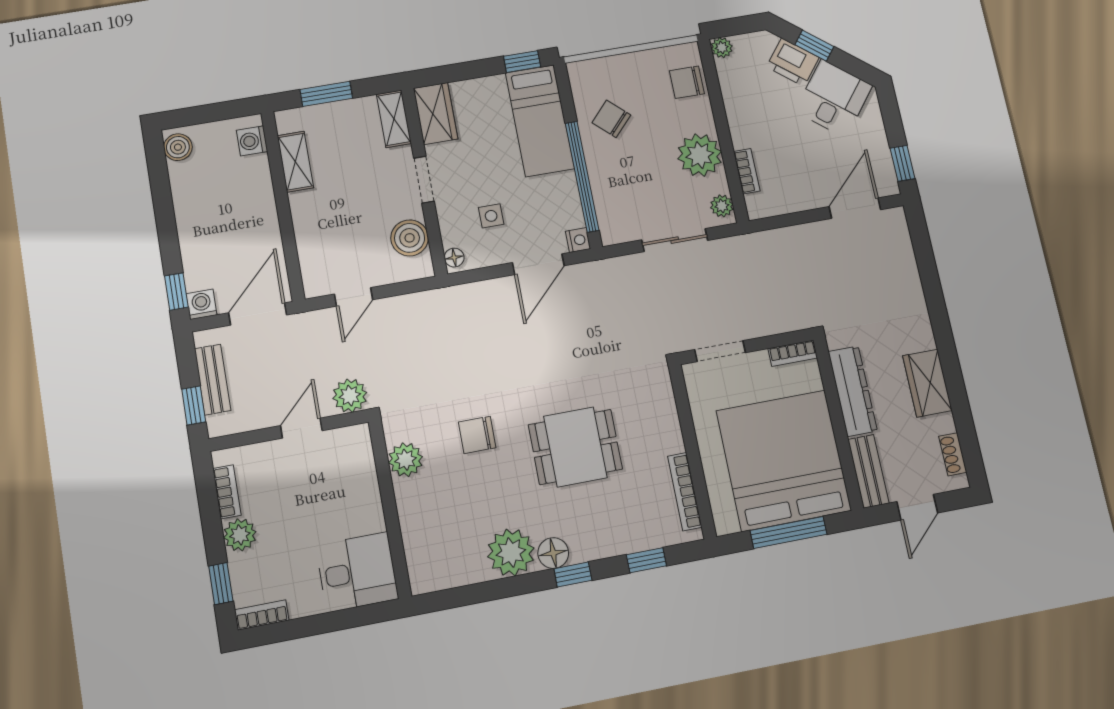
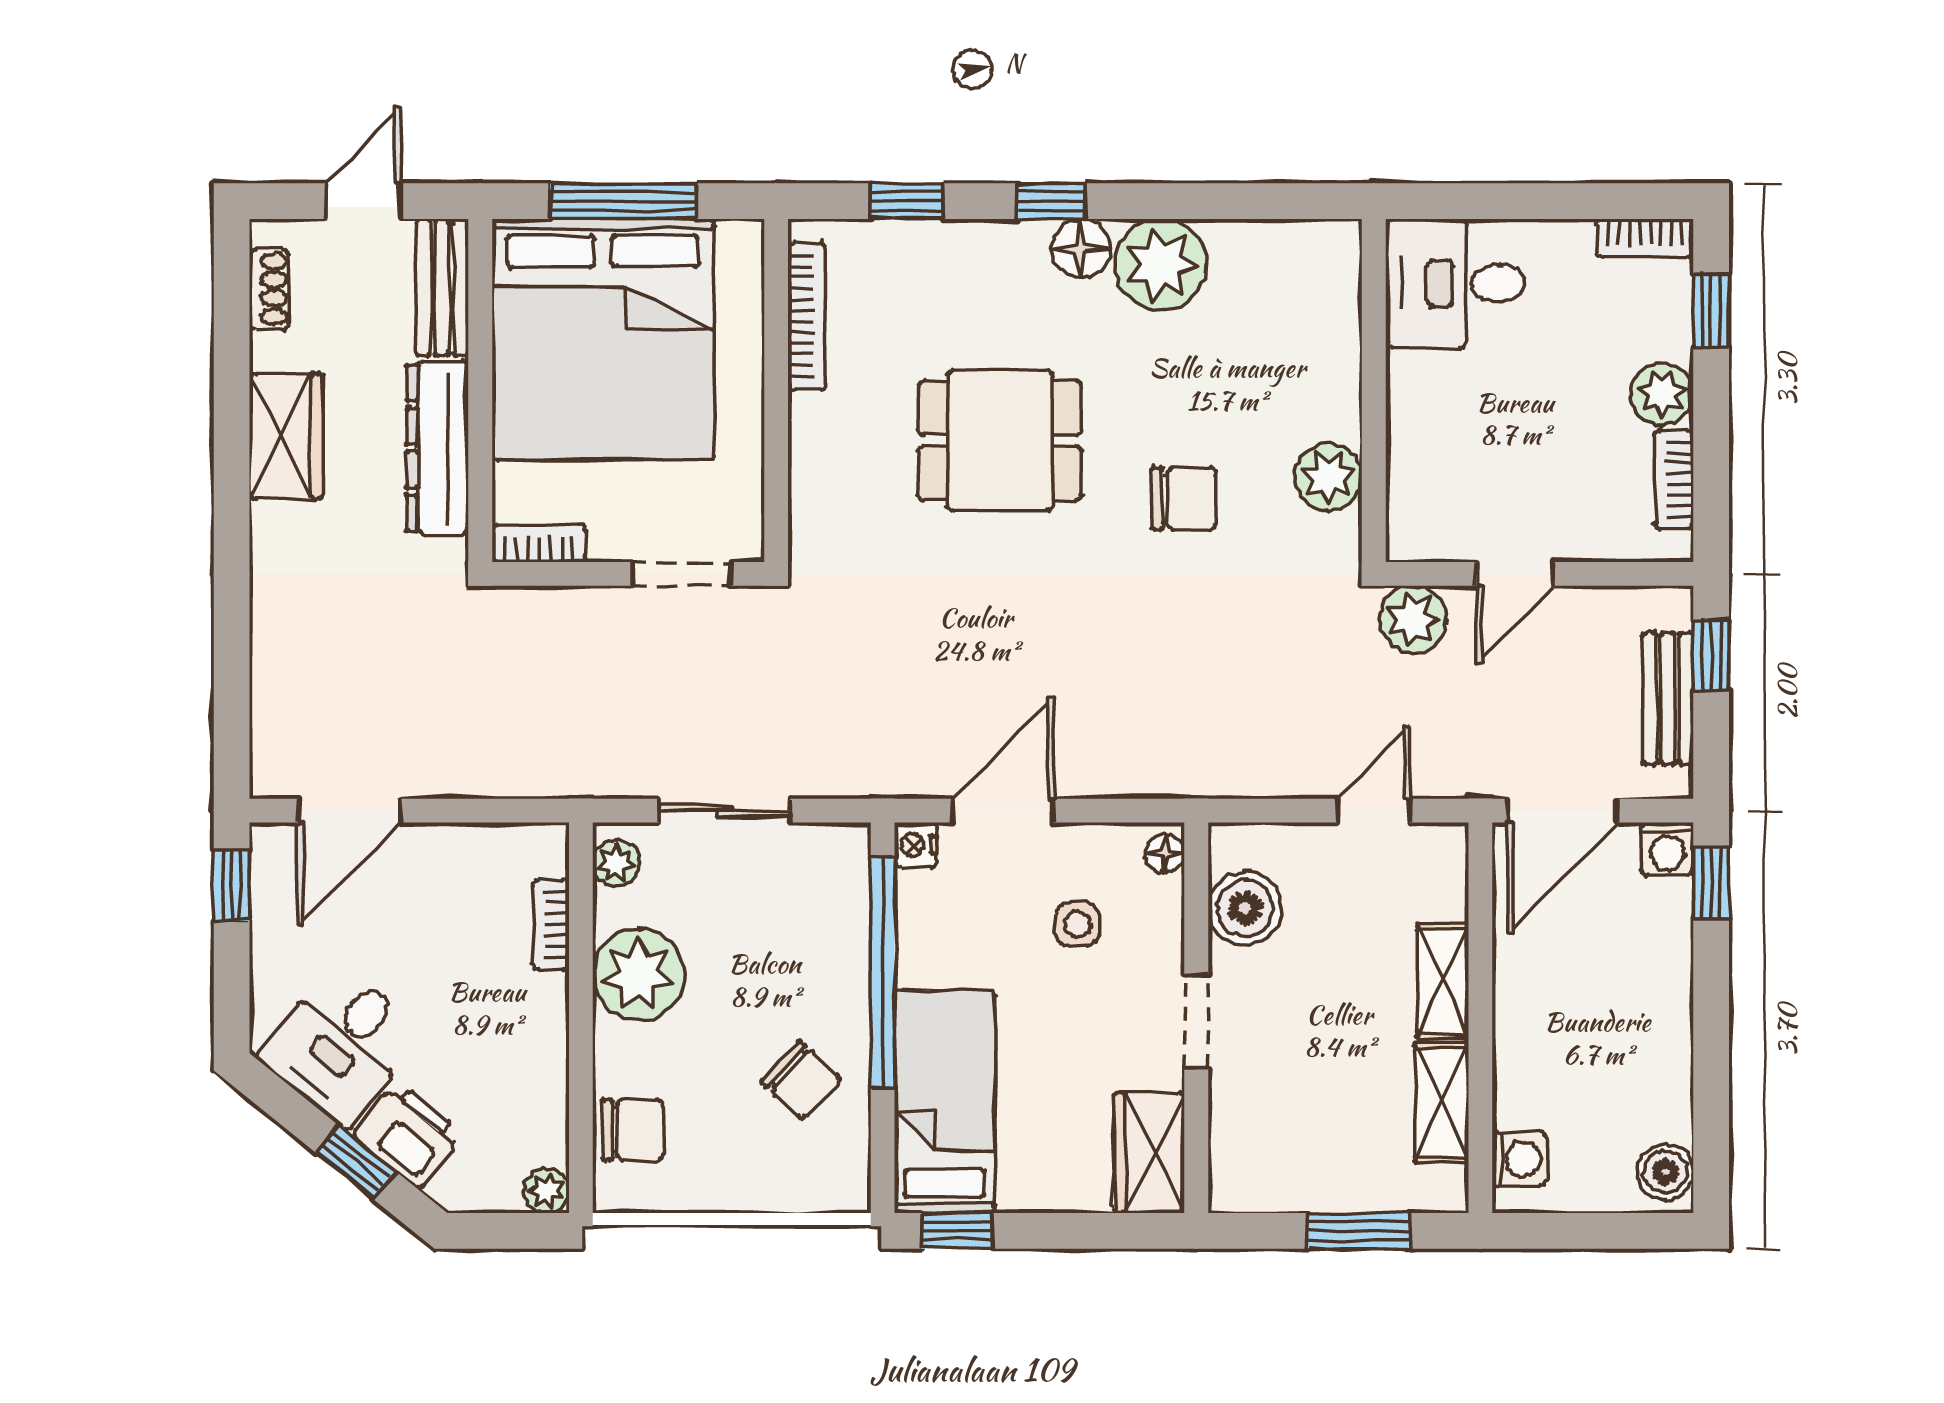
shelving: (394, 119) -> (1443, 981), moved

